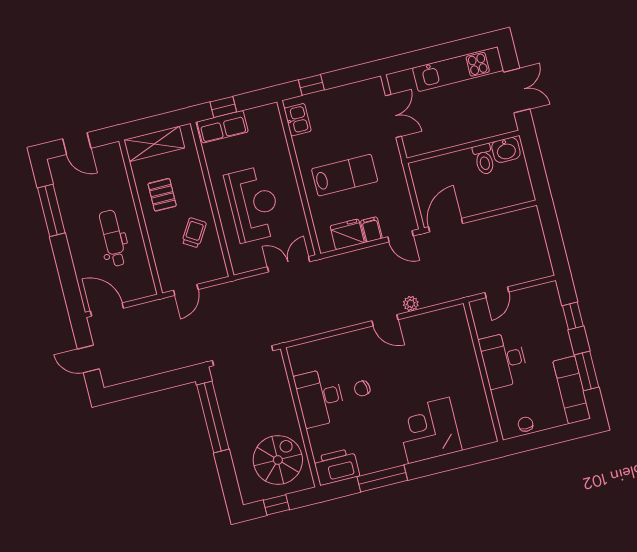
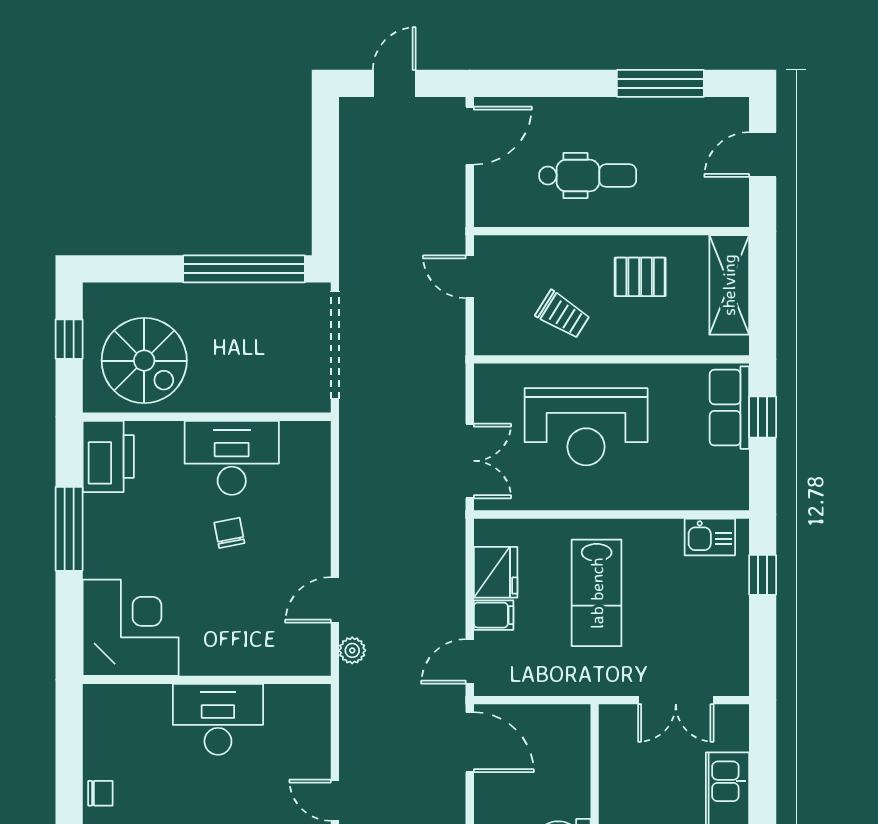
desk: (504, 360) -> (218, 719), moved
wall: (483, 372) -> (207, 680), moved

